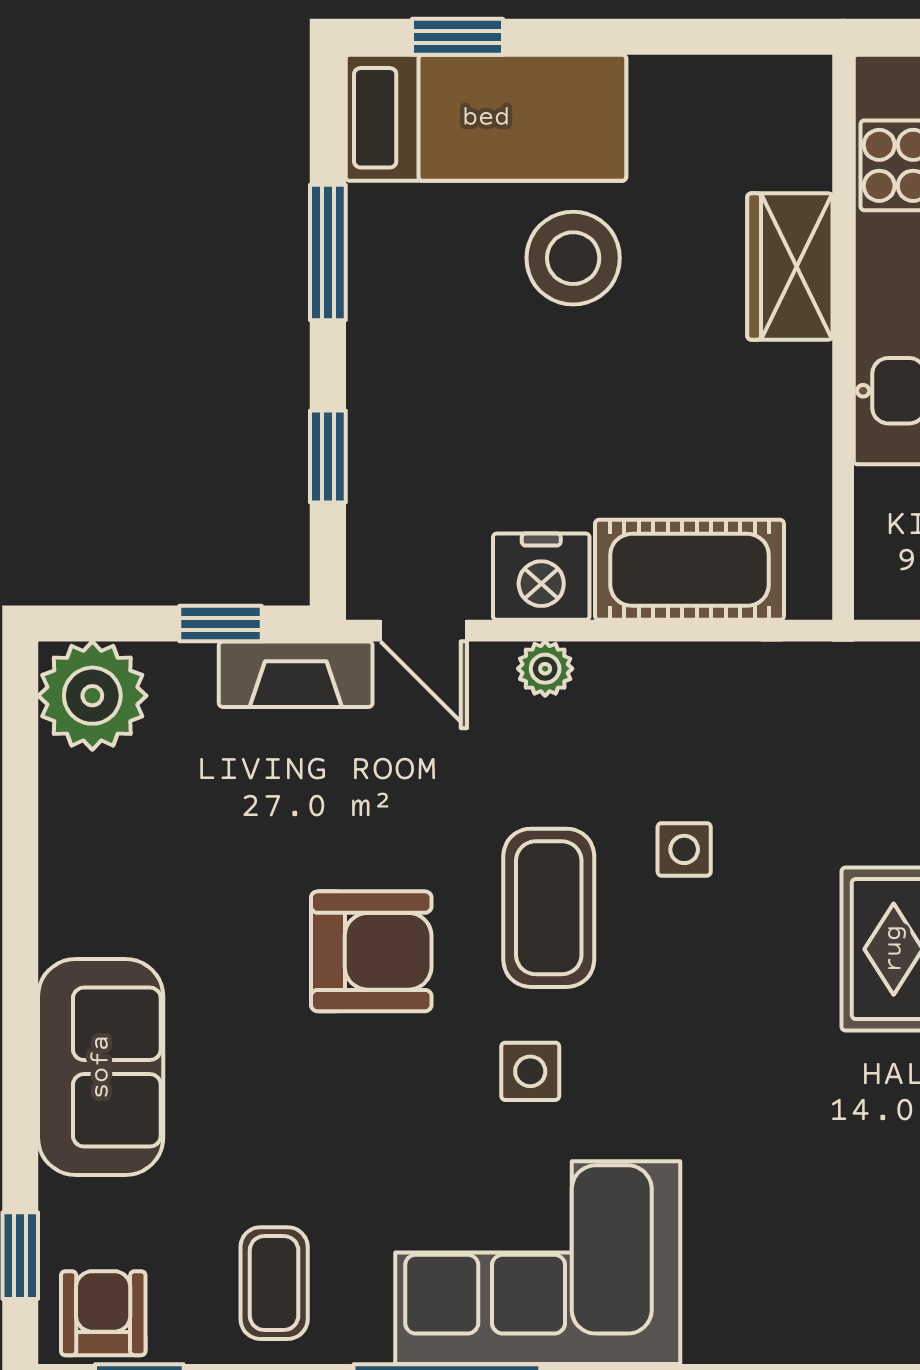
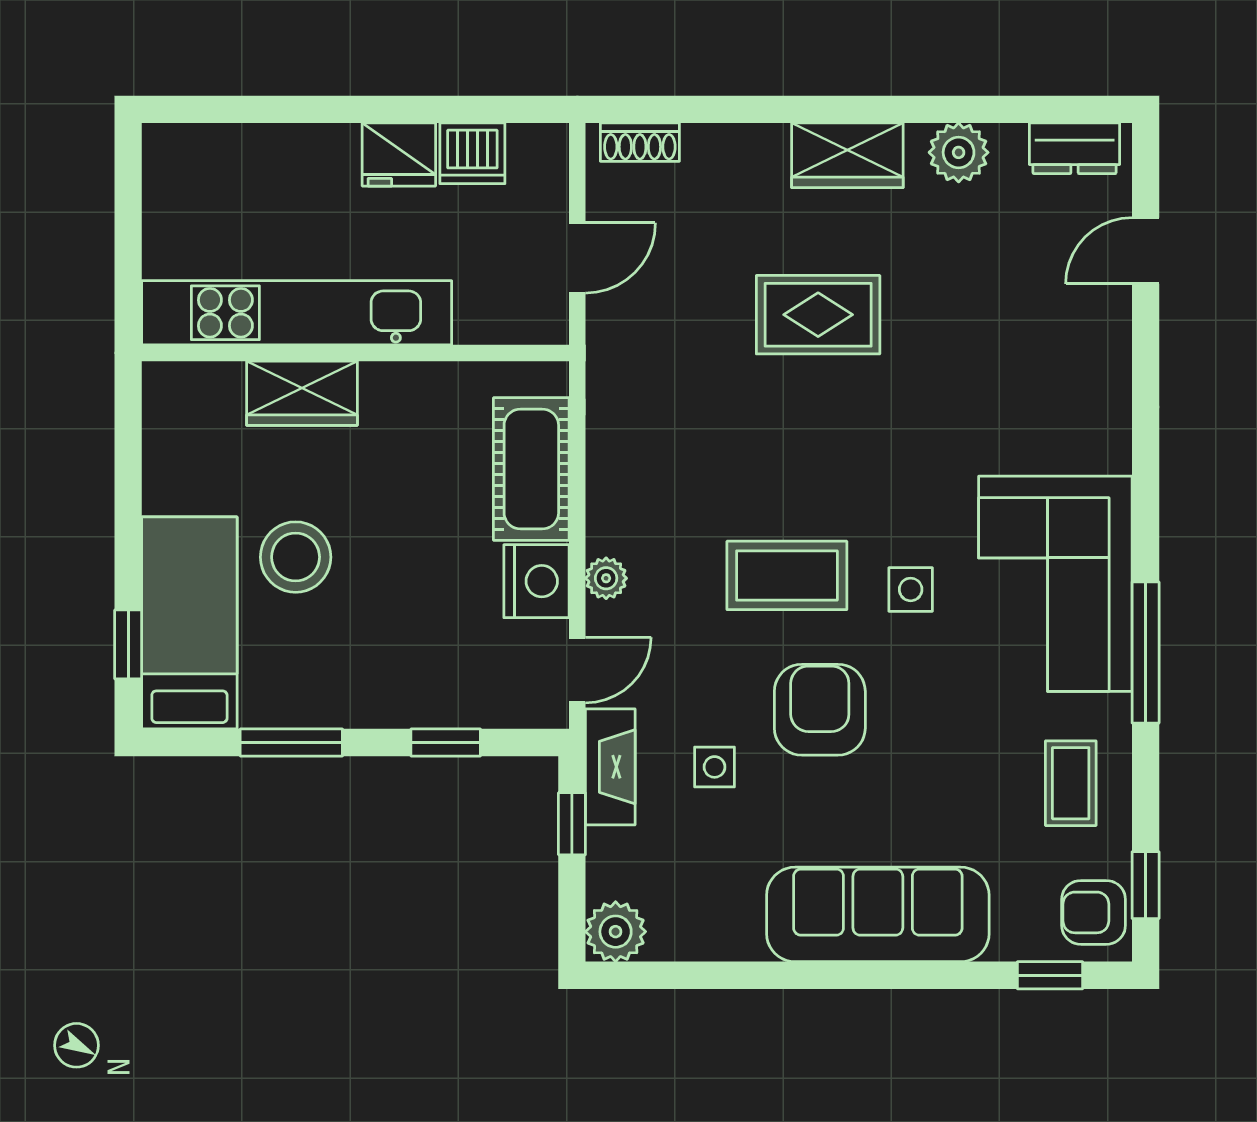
plant: (92, 696) -> (616, 932), width x0.73, depth x0.73
side table: (684, 849) -> (715, 767), moved
sofa: (101, 1067) -> (878, 914), width x1.36
coffee table: (274, 1283) -> (1071, 783), turned 90

